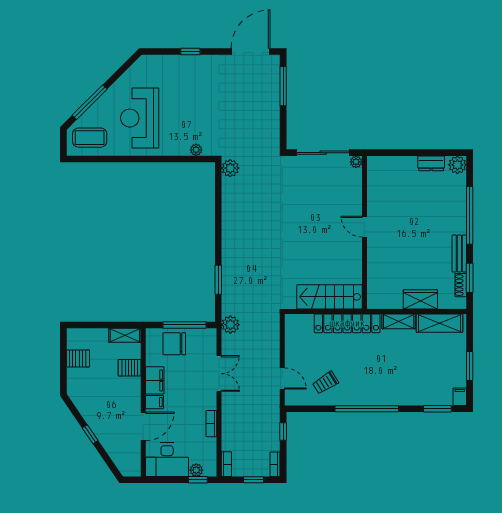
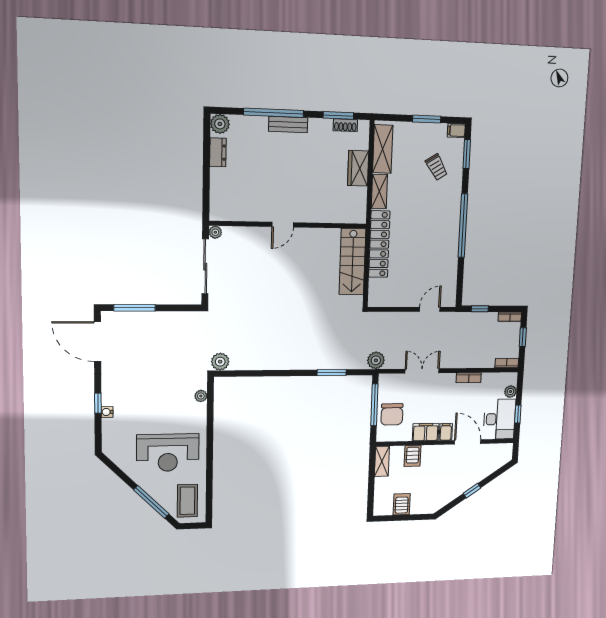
water cooler: (182, 60) -> (107, 412), added
bench: (459, 253) -> (288, 124), moved
trolley: (325, 383) -> (437, 167), moved
window: (198, 480) -> (518, 414), moved

